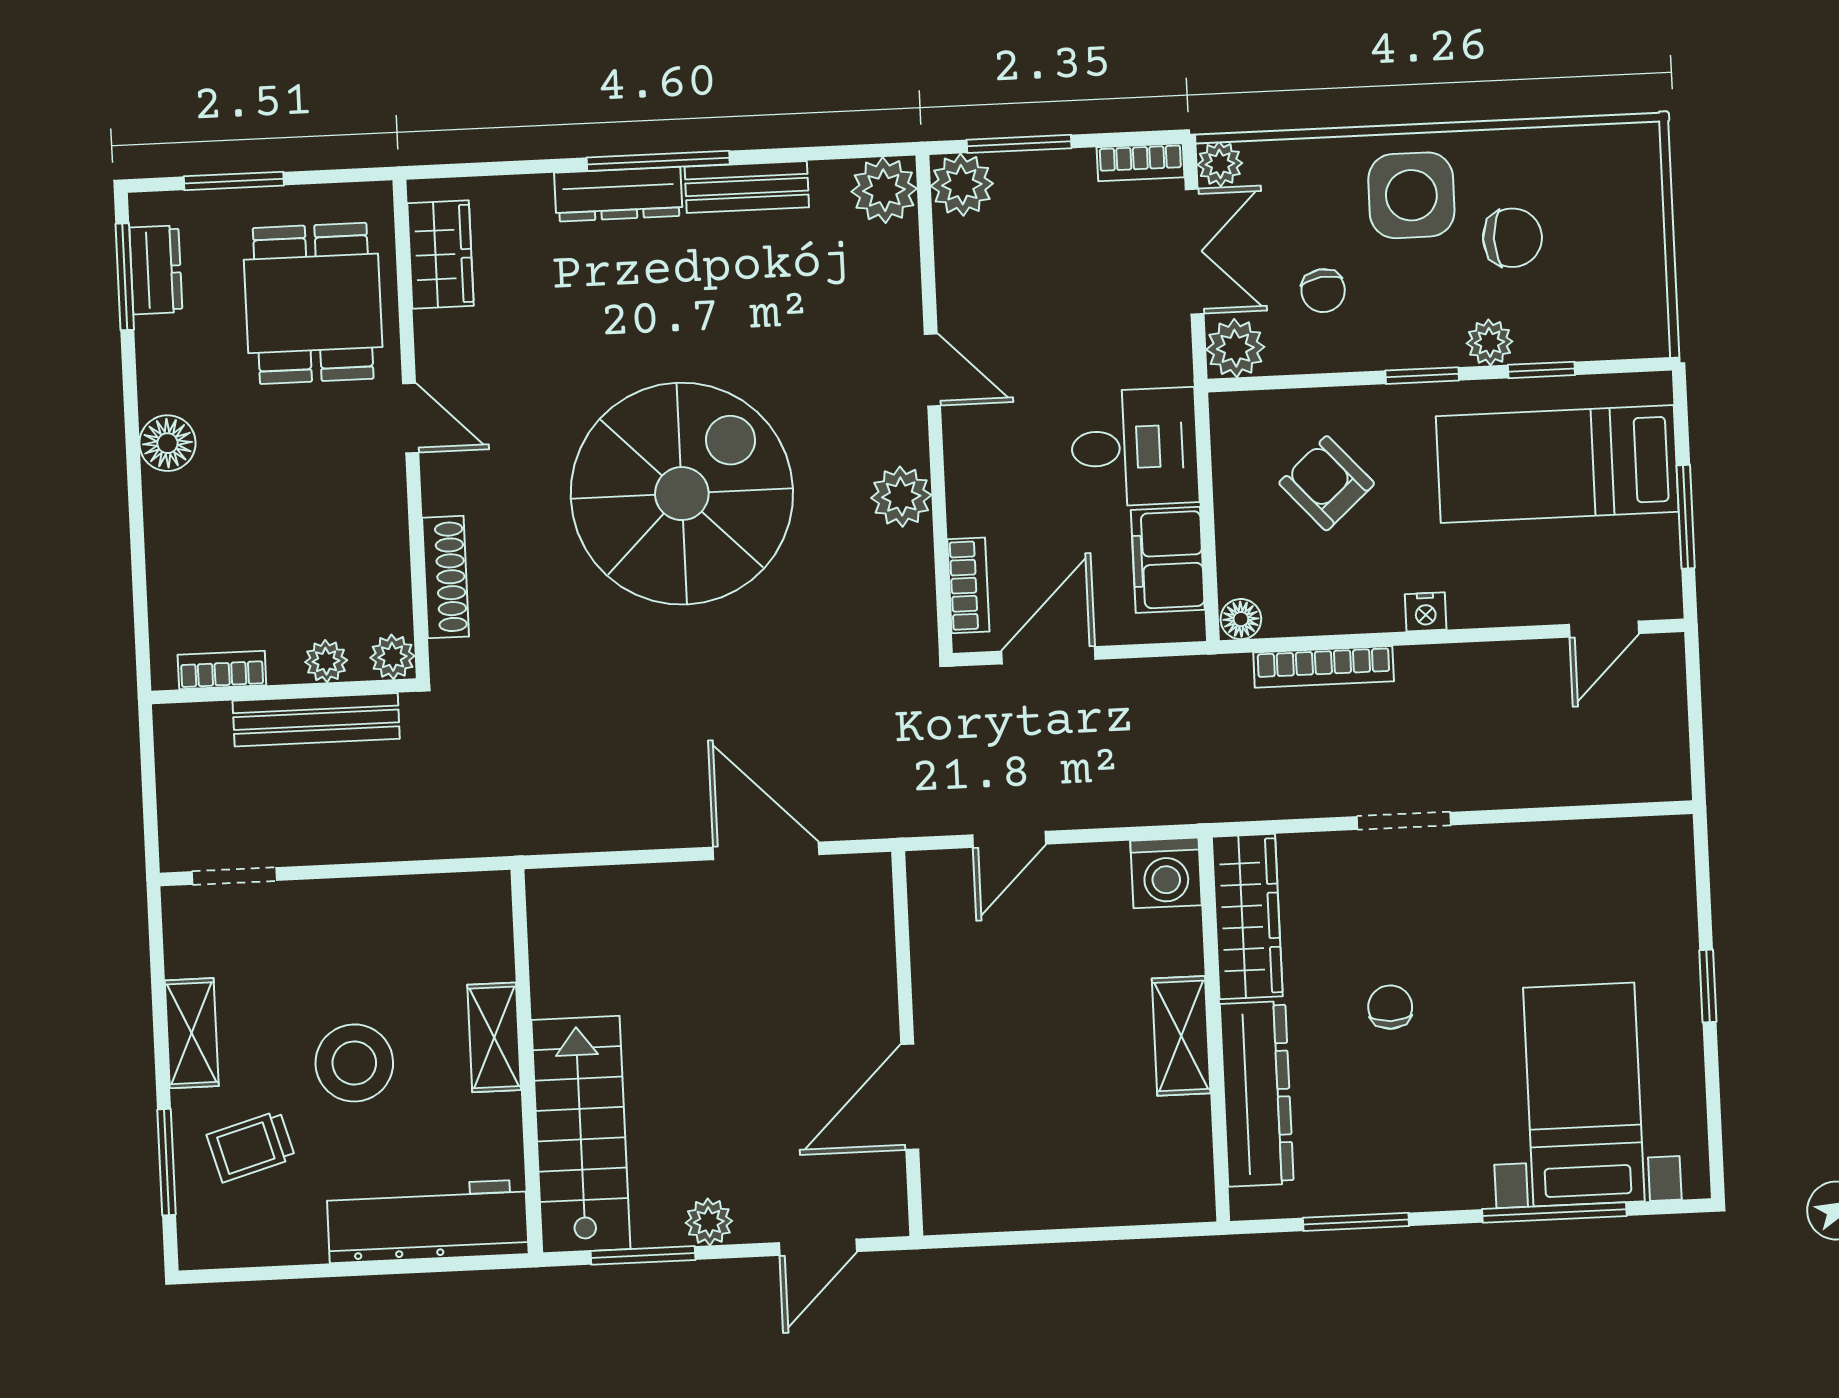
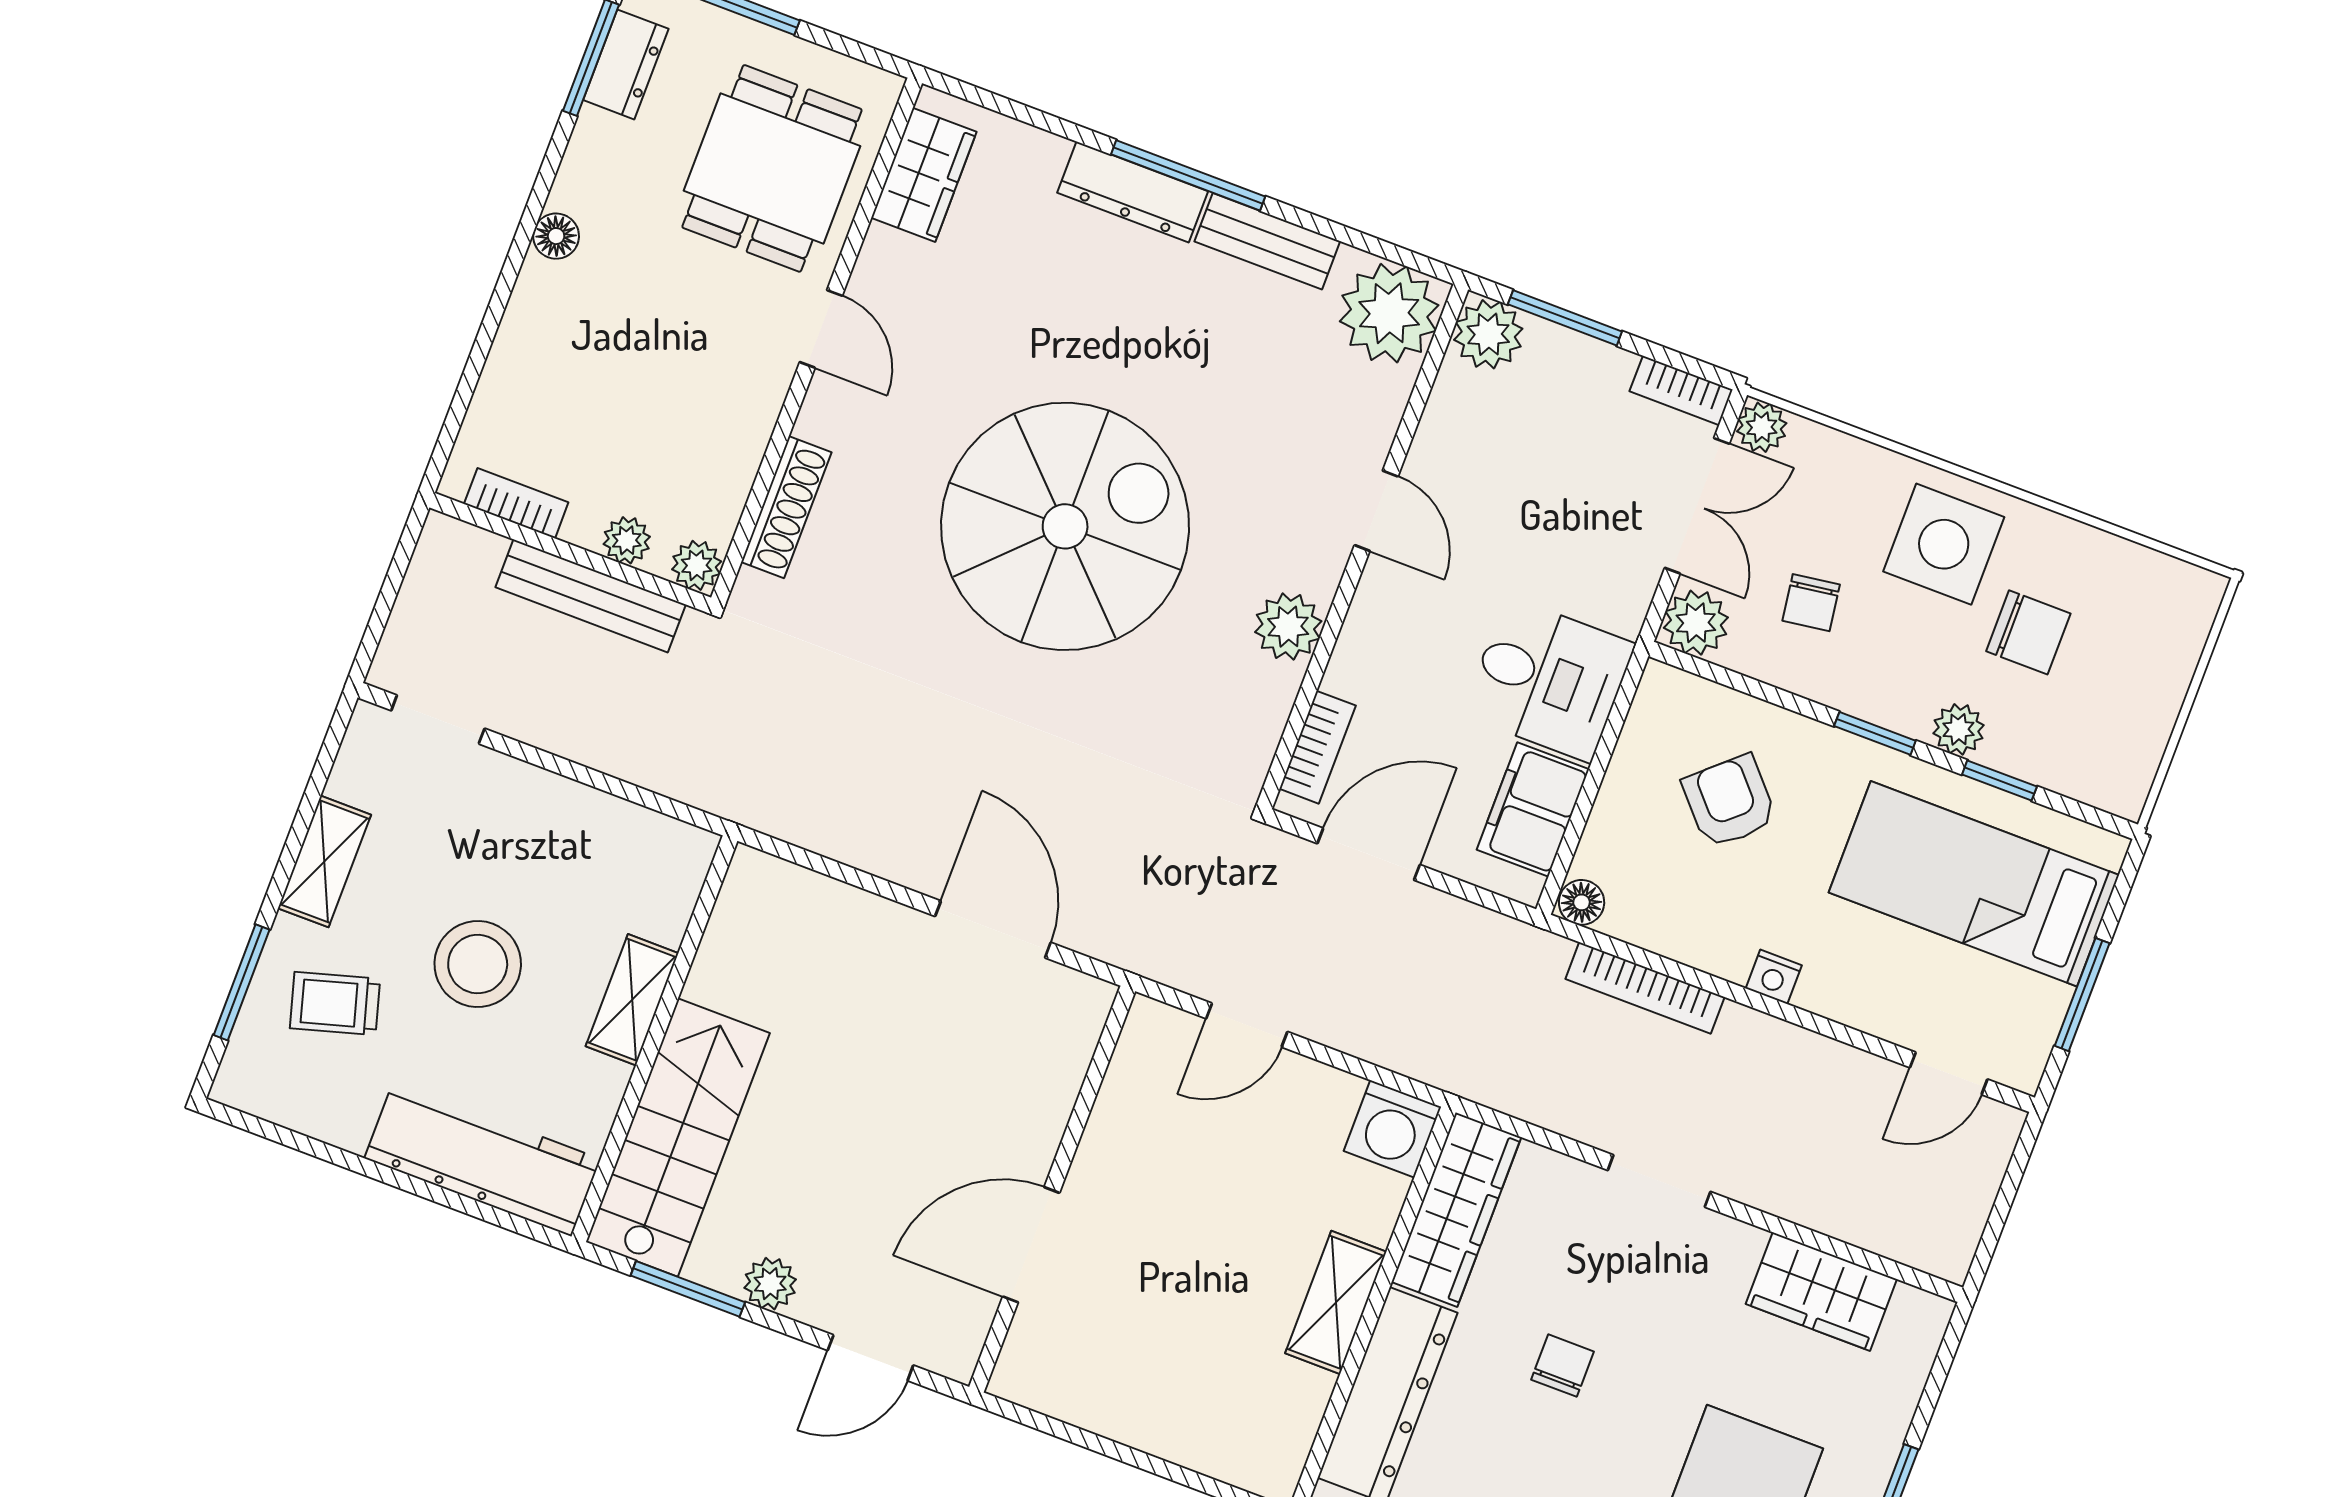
plant: (884, 190) -> (1389, 313), width x1.36, depth x1.36
floor lamp: (167, 443) -> (556, 236), width x0.73, depth x0.73
wardrobe: (1577, 854) -> (1821, 1292), added

